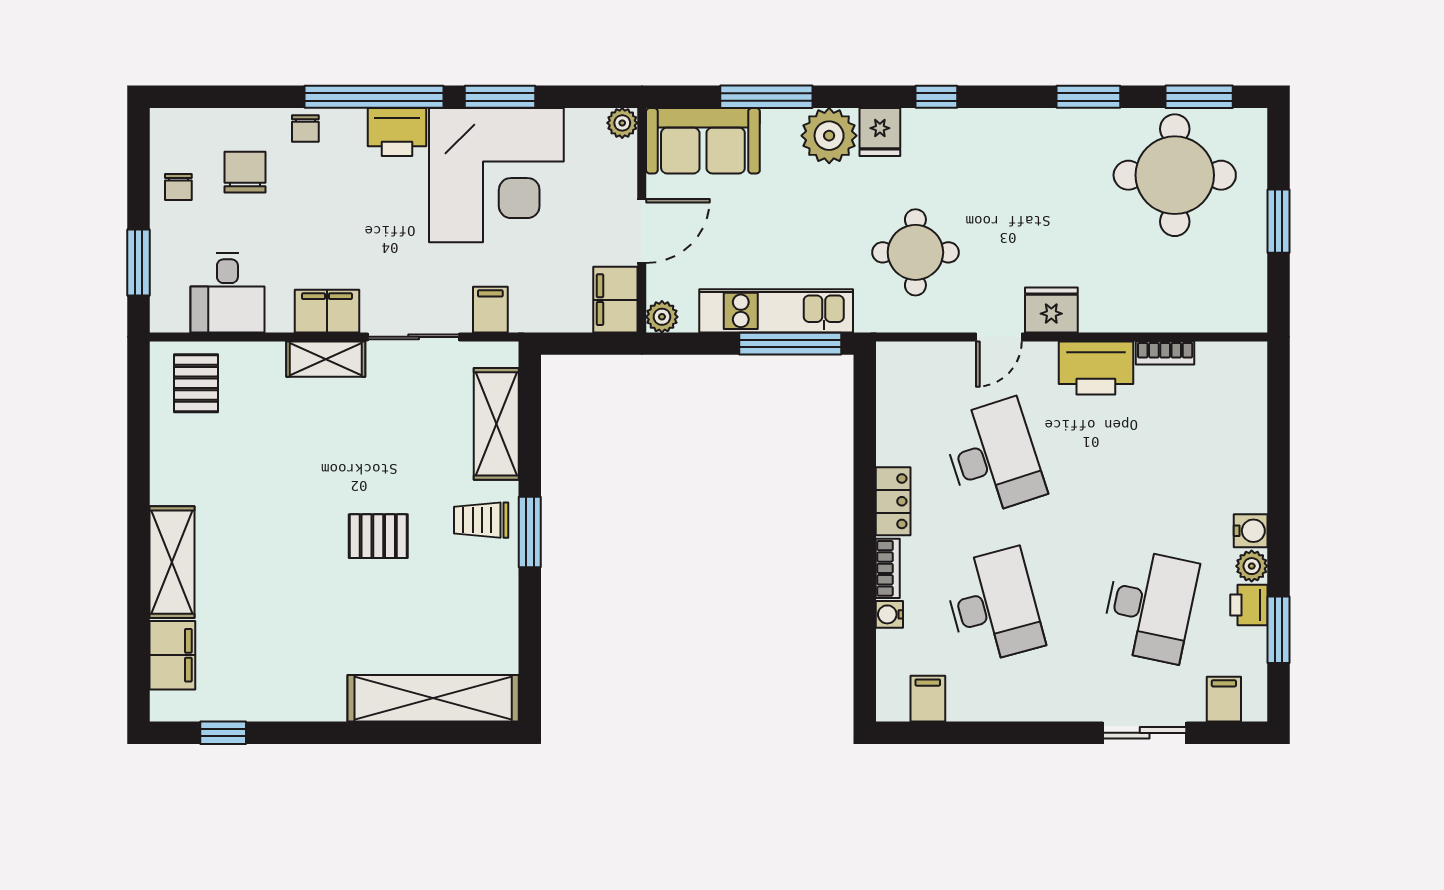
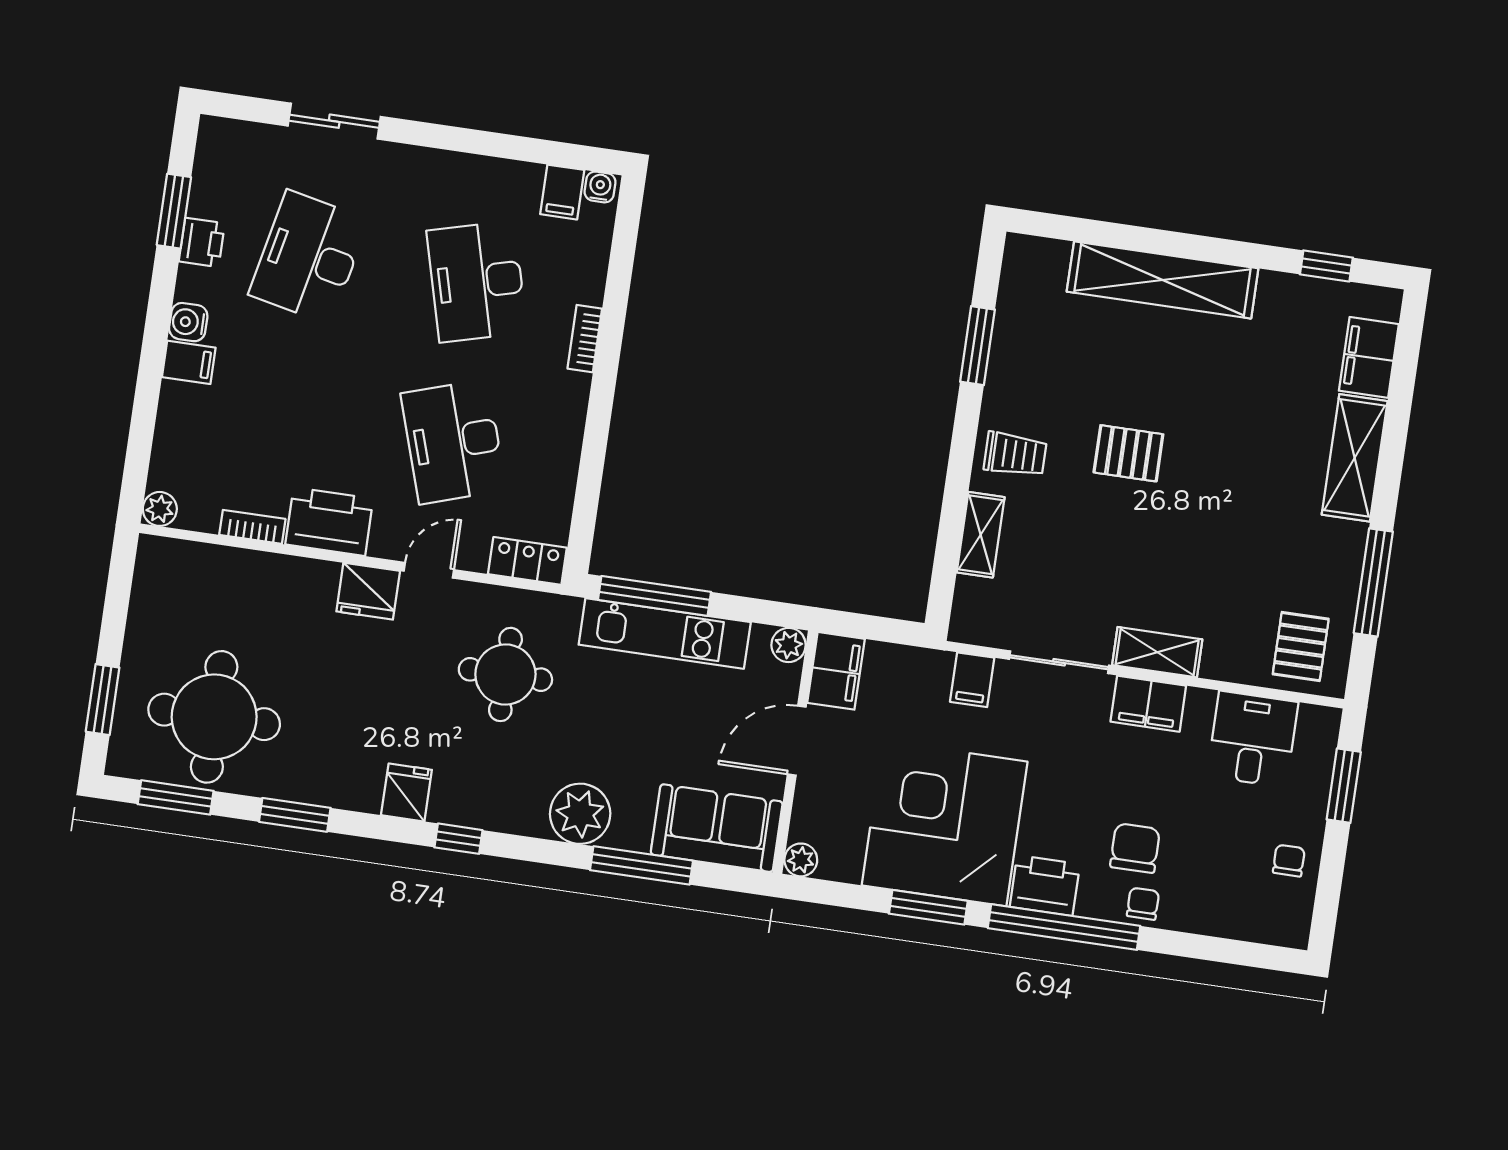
fridge: (880, 132) -> (406, 792), moved
chair: (245, 172) -> (1135, 848), moved, turned 180
window: (1278, 221) -> (103, 700), moved
shelving: (496, 424) -> (981, 535), width x0.67, depth x0.75
window: (138, 451) -> (1373, 582), added
locker: (893, 501) -> (527, 561), moved, turned 90
window: (530, 532) -> (977, 346), moved
plant: (1252, 566) -> (160, 509), moved
water cooler: (889, 614) -> (600, 187), moved, turned -90
shelving: (433, 698) -> (1163, 280), moved
filing cabinet: (1224, 699) -> (189, 362), moved, turned -90

